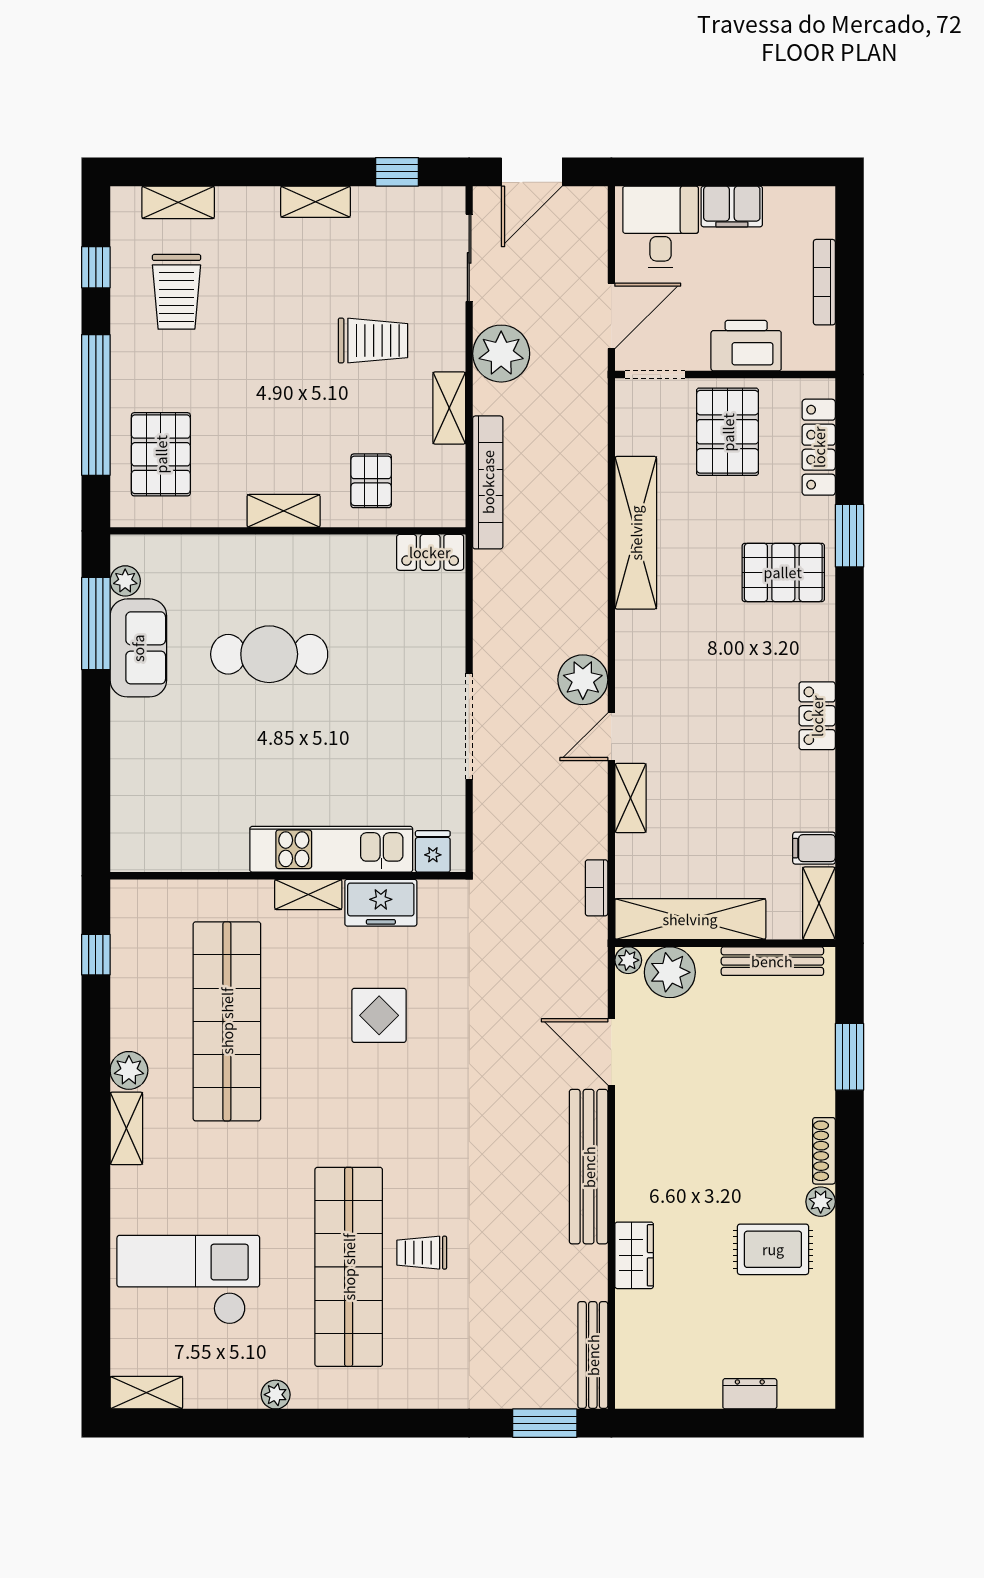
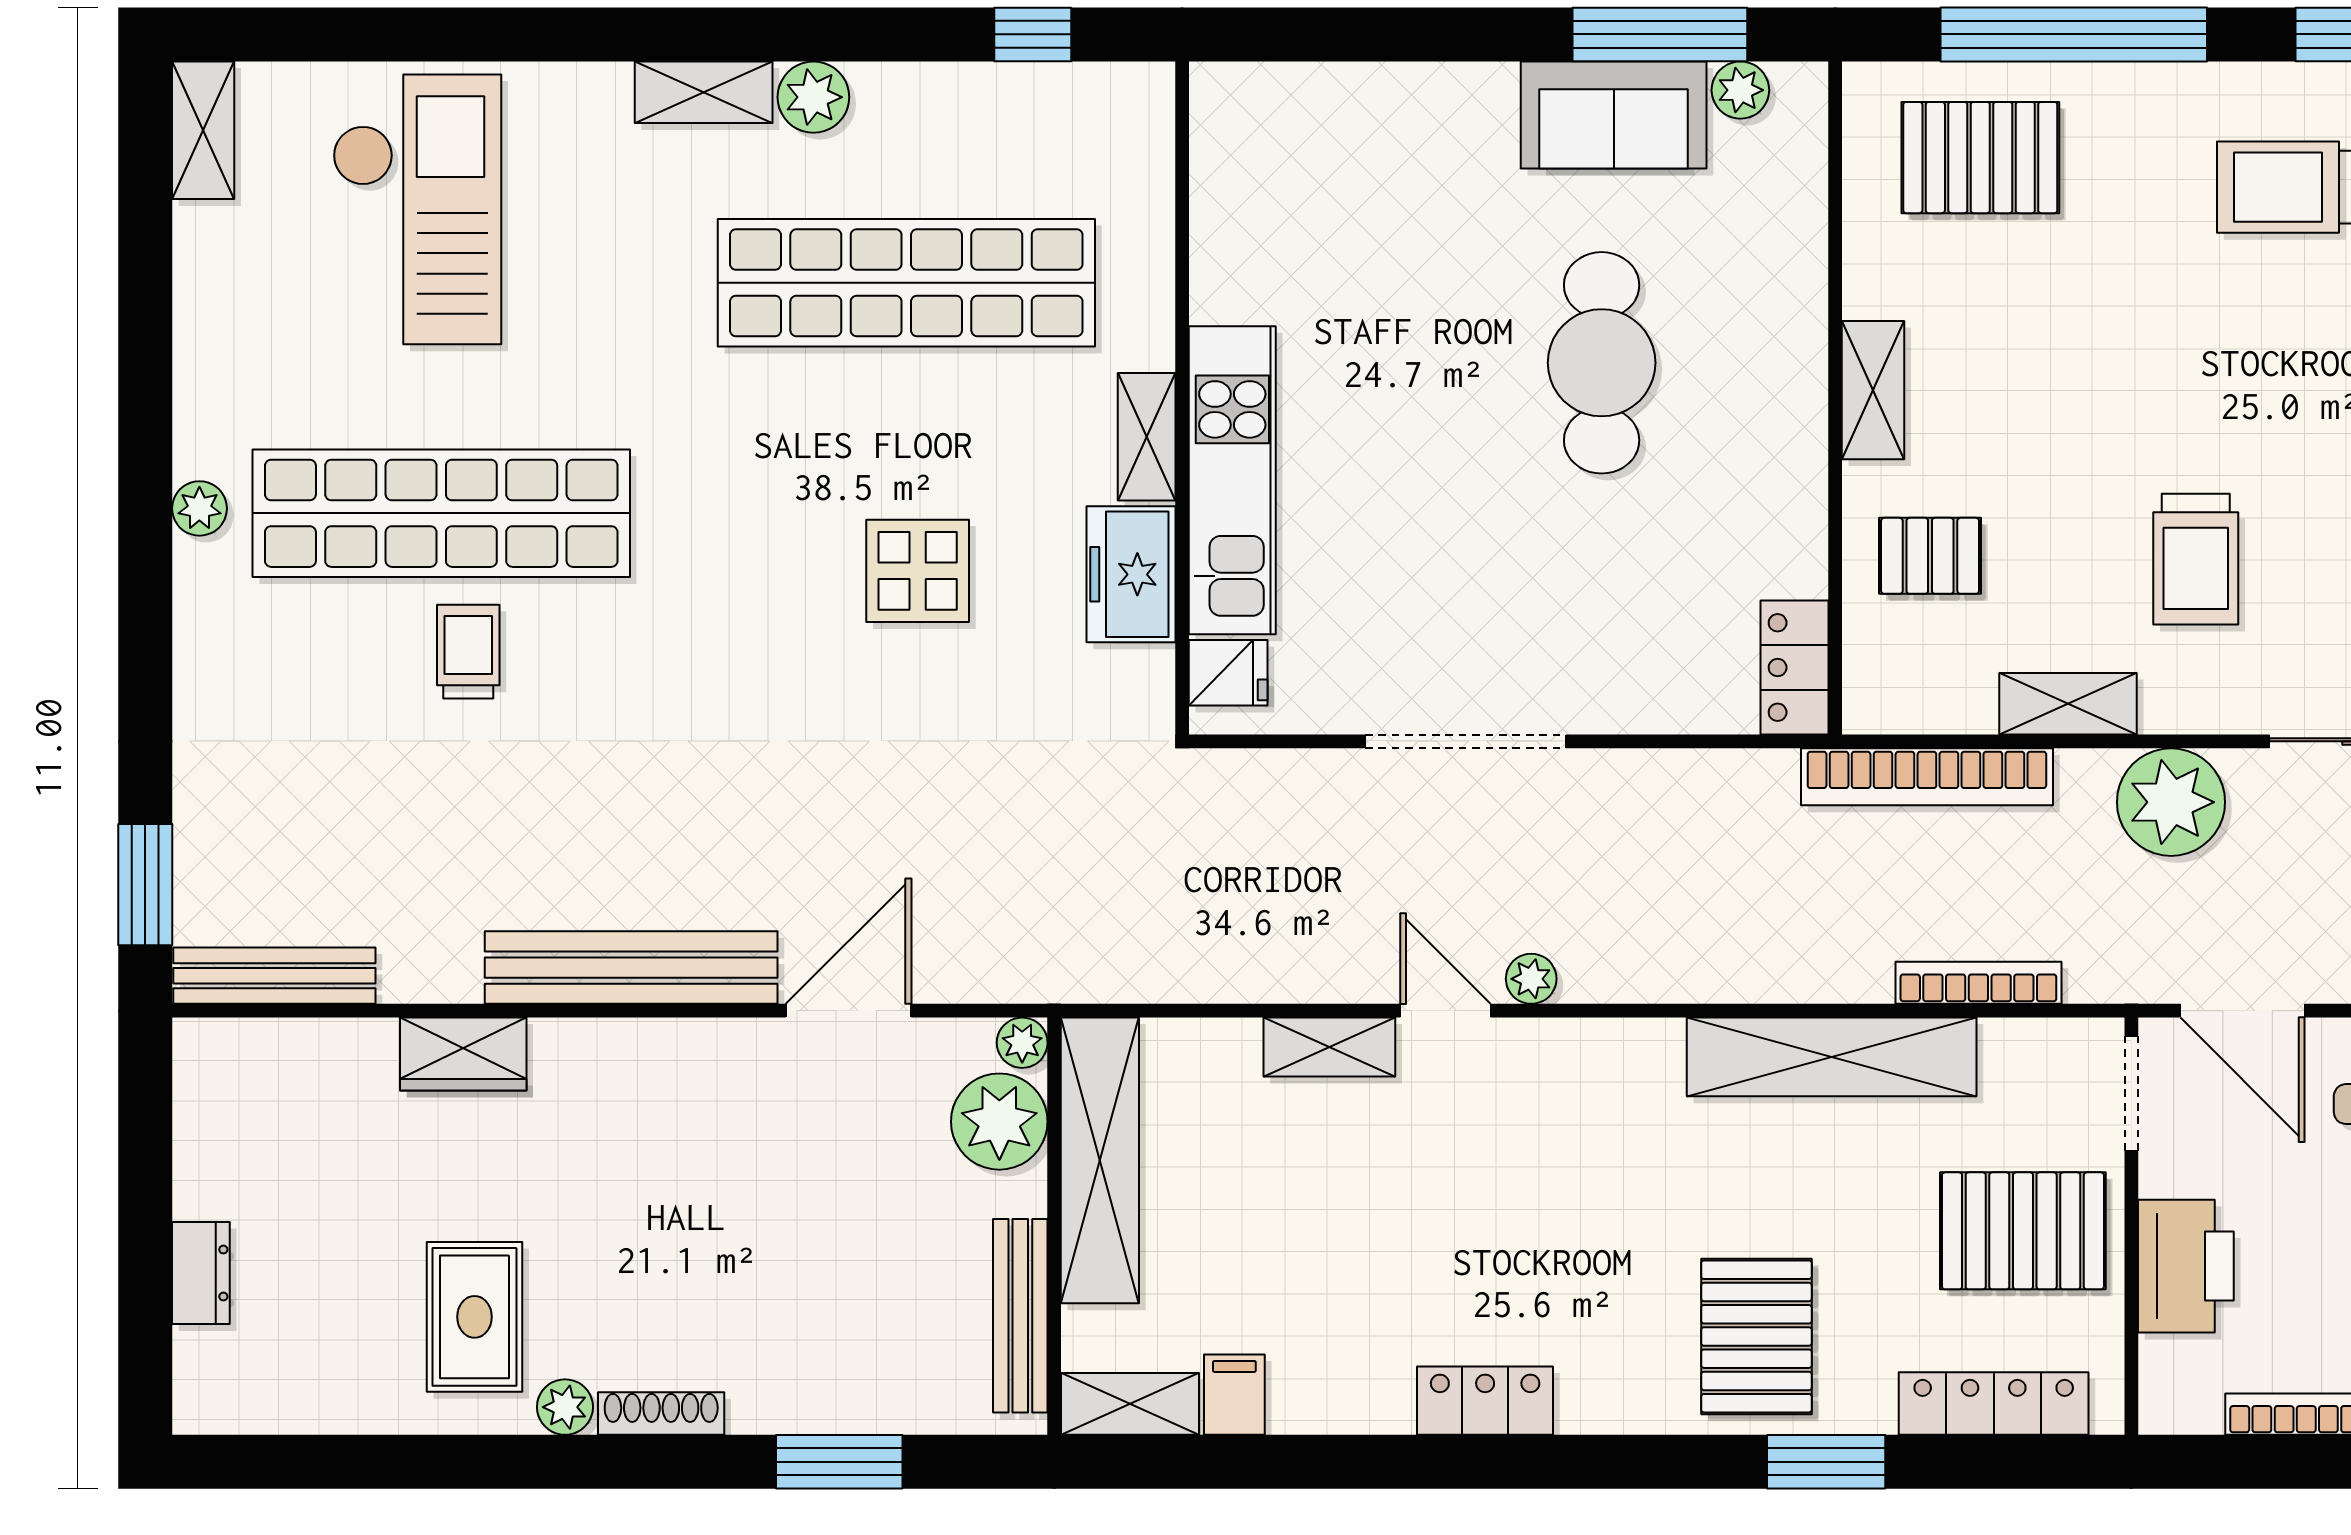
plant: (583, 680) -> (1531, 979), width x0.53, depth x0.53
bookcase: (597, 888) -> (1978, 983), moved, width x1.56
plant: (276, 1395) -> (199, 508), moved

